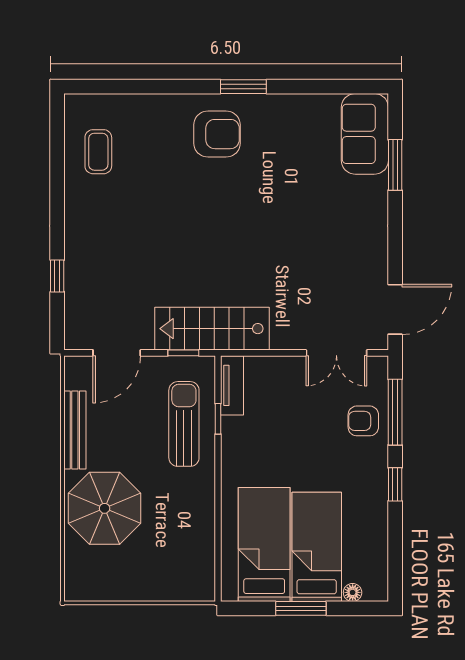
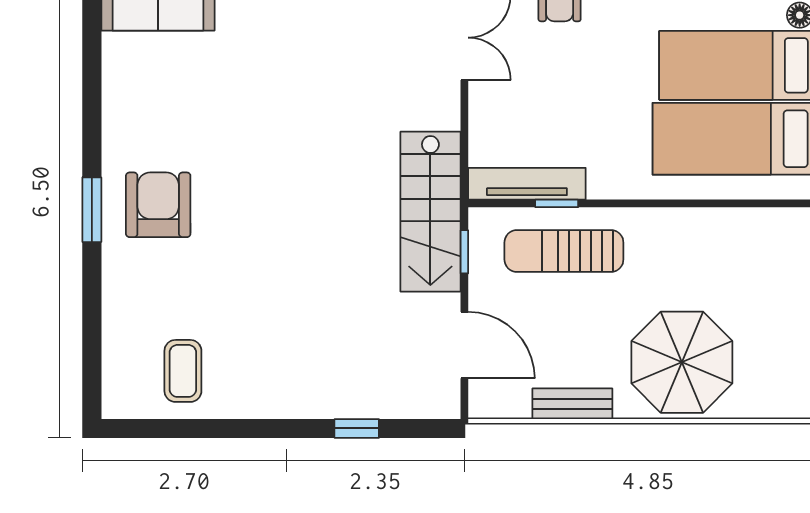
window: (243, 87) -> (92, 210), moved
coffee table: (98, 152) -> (183, 371), turned 90
tv unit: (232, 385) -> (527, 184), width x1.41
bench: (75, 430) -> (572, 404), width x0.73

